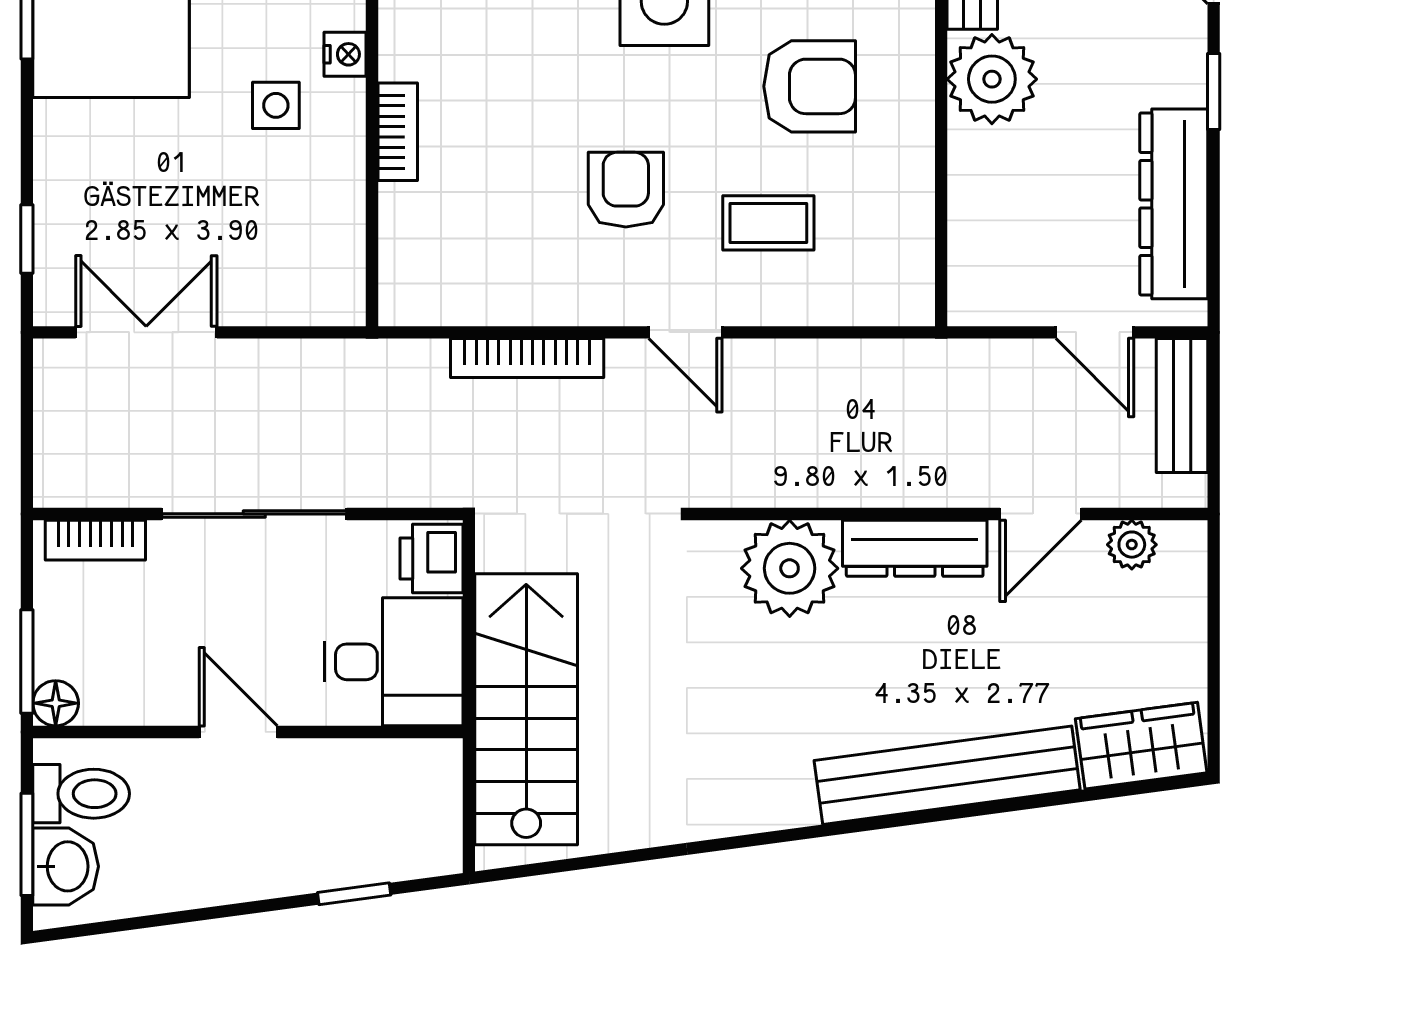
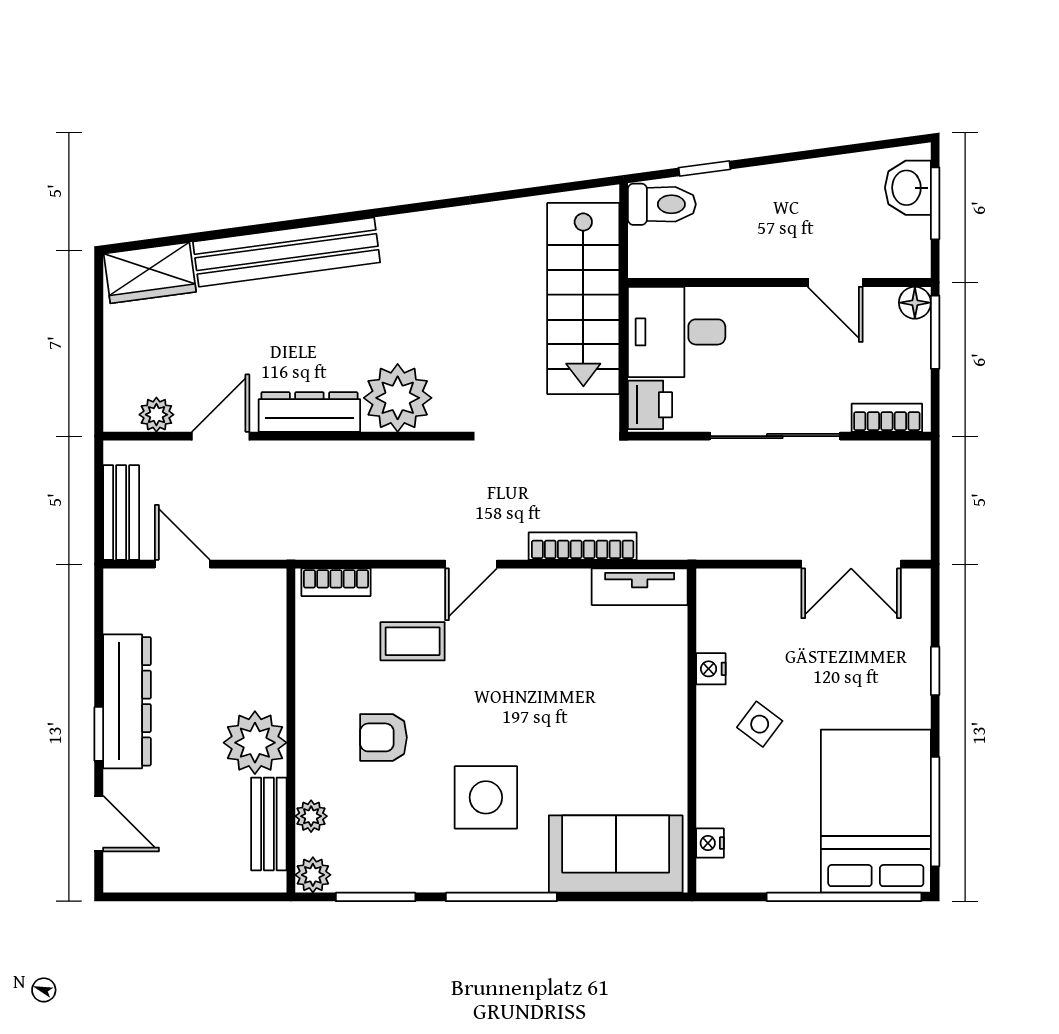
nightstand: (345, 54) -> (711, 669), moved
armchair: (810, 86) -> (383, 737), width x0.72, depth x0.72
side table: (276, 105) -> (760, 724), turned 37
bookcase: (398, 132) -> (336, 582), moved, turned -90
armchair: (626, 190) -> (513, 665), removed
dresser: (1174, 204) -> (127, 701), moved
window: (27, 239) -> (935, 671), moved
tv unit: (446, 300) -> (640, 587), added
door: (685, 332) -> (471, 564), swing flipped
door: (238, 732) -> (835, 282), moved
toilet: (81, 794) -> (662, 204), moved, turned 180

